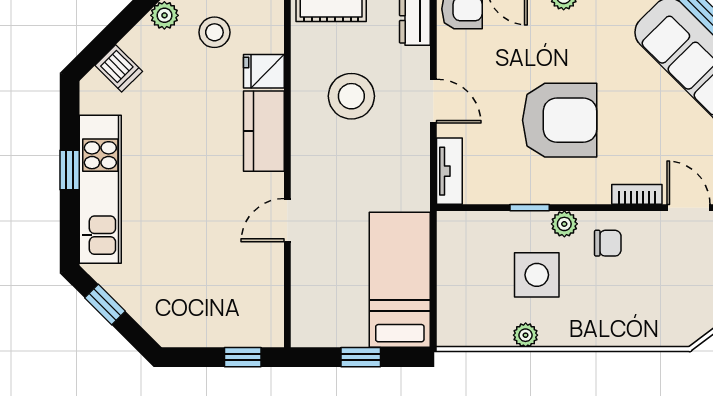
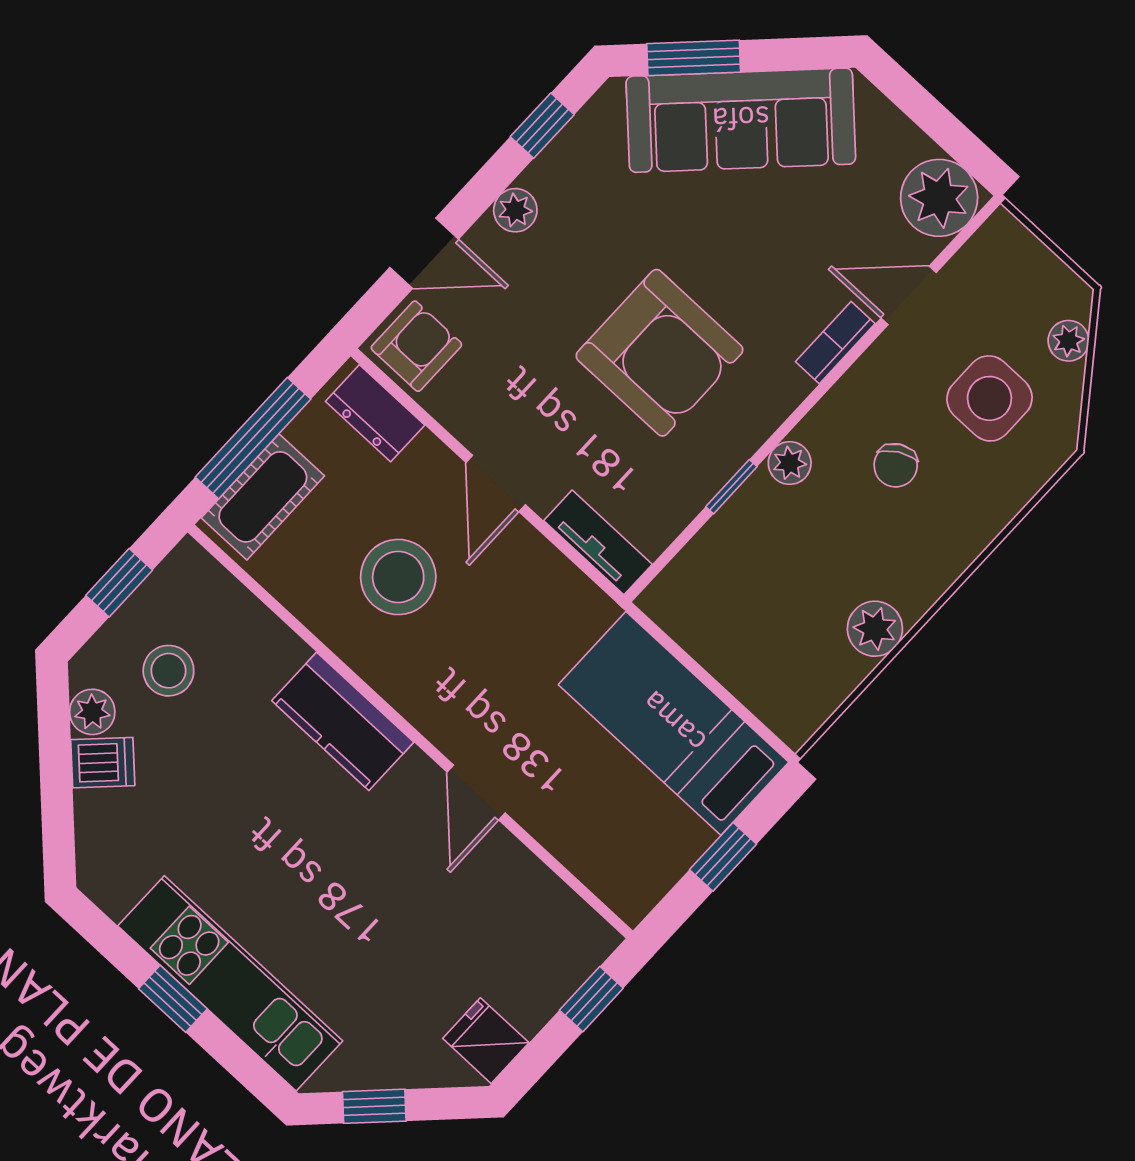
dishwasher: (119, 68) -> (103, 763), moved
fridge: (264, 71) -> (486, 1041), moved, turned 90
door: (433, 101) -> (496, 484), swing flipped
armchair: (560, 120) -> (659, 353), turned 90
chair: (608, 243) -> (896, 465), moved, turned 150
side table: (537, 275) -> (989, 398), moved
plant: (526, 335) -> (875, 629), width x1.38, depth x1.38

